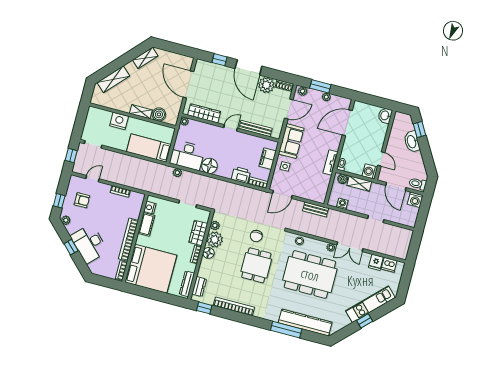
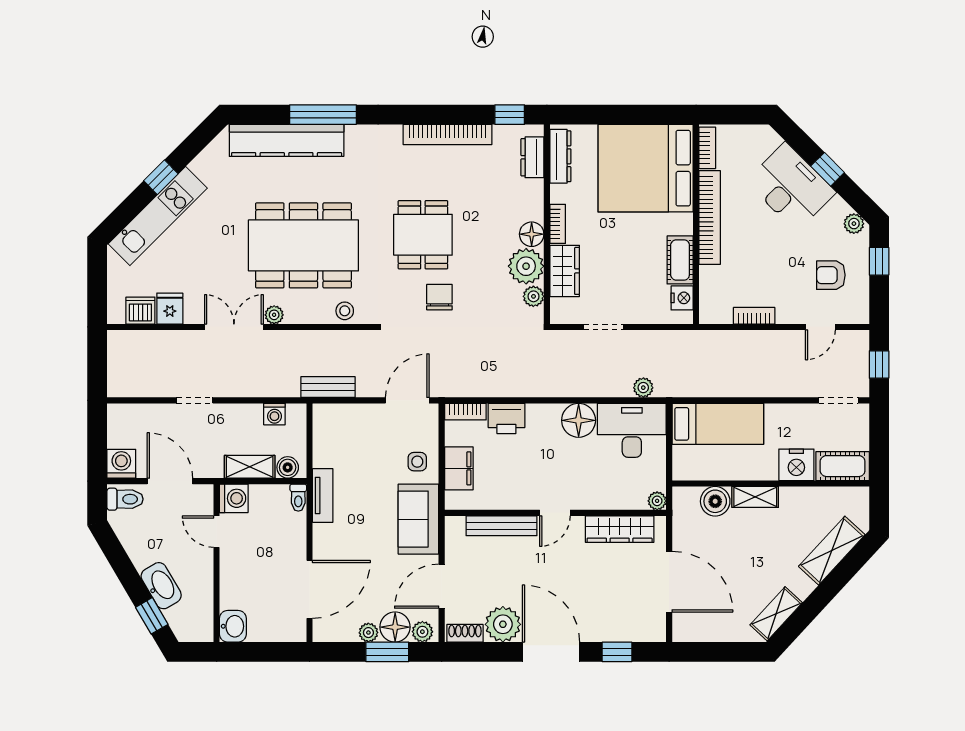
floor lamp: (314, 96) -> (395, 627), added
cot: (99, 115) -> (843, 466), added

